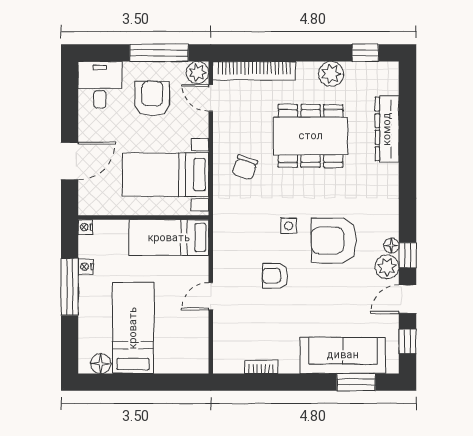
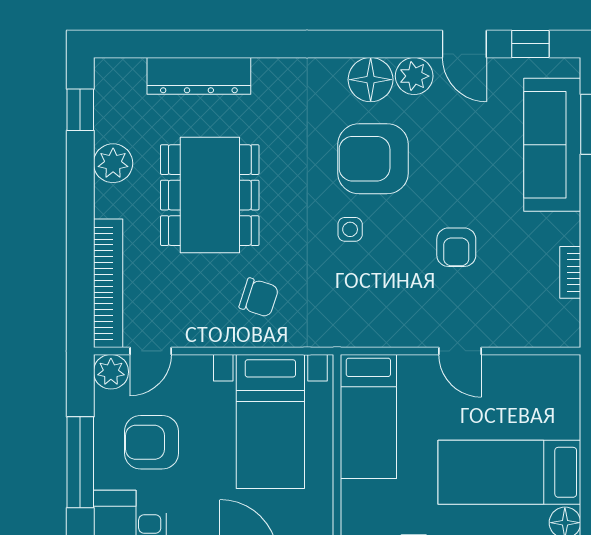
window: (159, 53) -> (80, 462), moved
armchair: (334, 240) -> (373, 159), turned 90
floor lamp: (391, 246) -> (371, 80), width x1.89, depth x1.89
window: (407, 255) -> (396, 44), removed
armchair: (275, 276) -> (456, 247), moved

